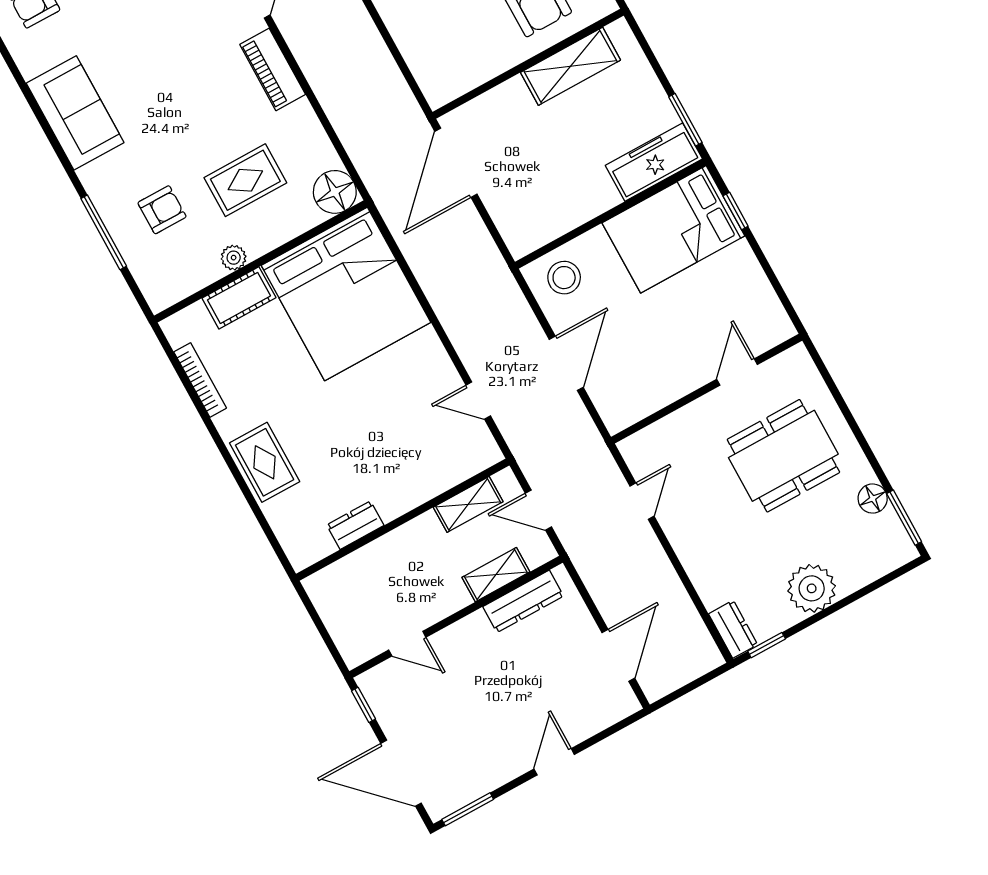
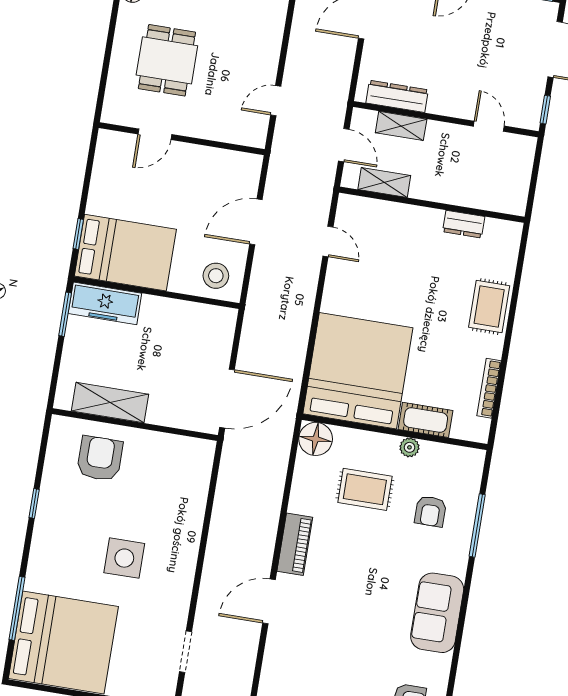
armchair: (162, 210) -> (430, 511), turned -90
dining table: (783, 456) -> (167, 60), width x0.73

